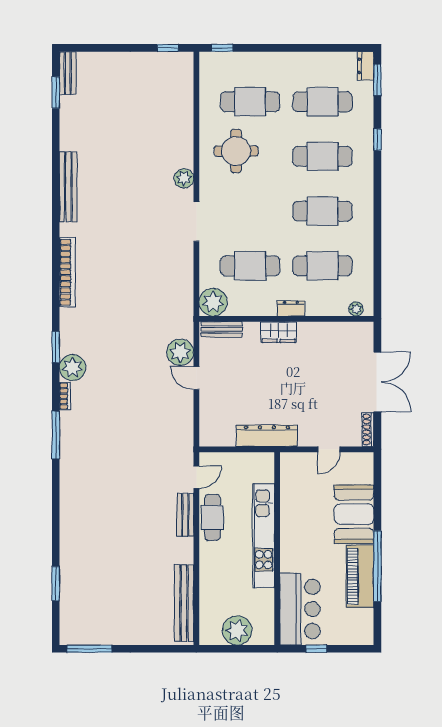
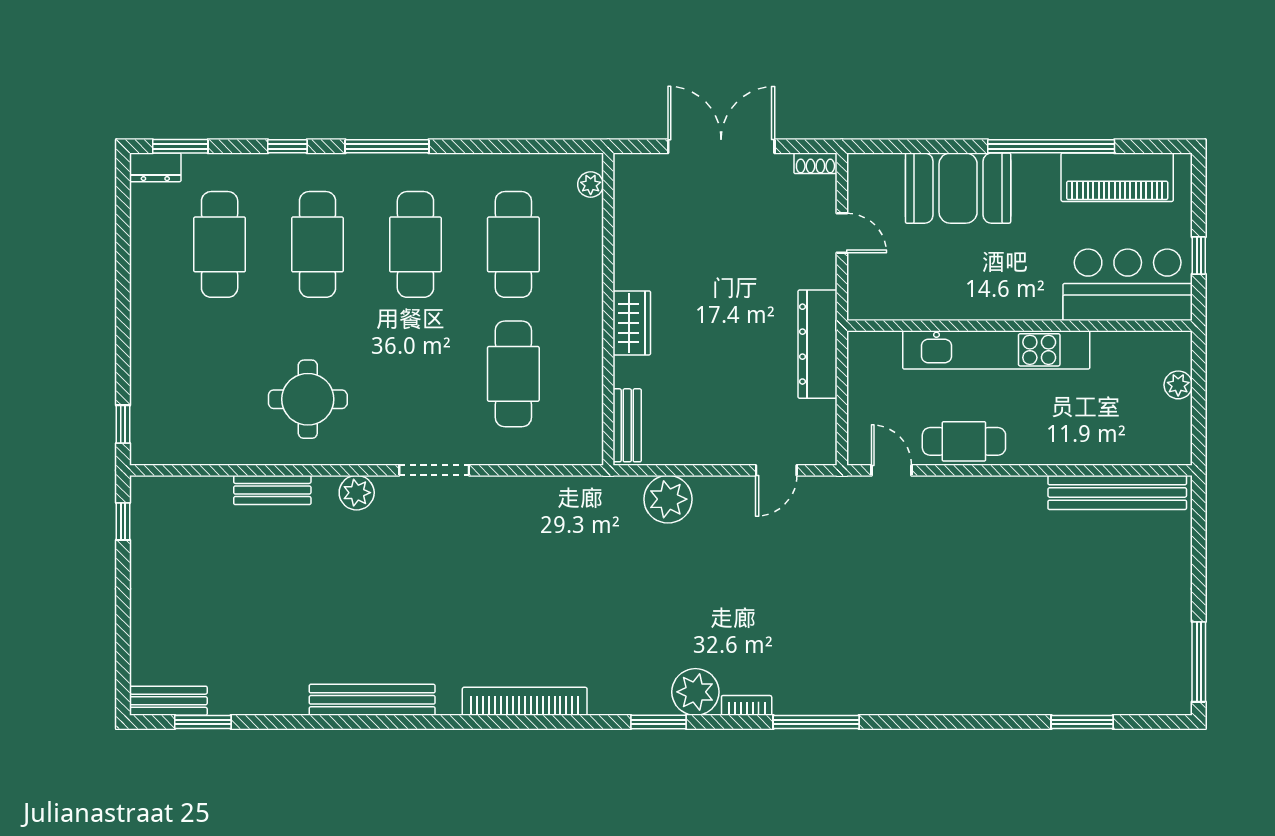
cafe table: (250, 102) -> (220, 374), removed
window: (377, 195) -> (387, 146), added
plant: (213, 302) -> (578, 440), removed
dresser: (291, 308) -> (589, 301), removed
door: (196, 378) -> (776, 470), moved
shoe rack: (368, 429) -> (815, 163), width x0.70
bench: (185, 515) -> (272, 490), moved
piano: (360, 576) -> (1117, 177), moved
plant: (237, 630) -> (1178, 385), width x0.53, depth x0.53

